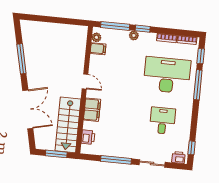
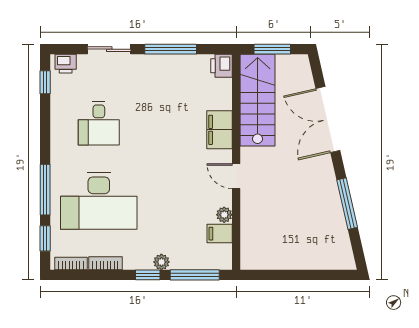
plant: (96, 37) -> (224, 215), moved
printer: (88, 137) -> (222, 66), moved

